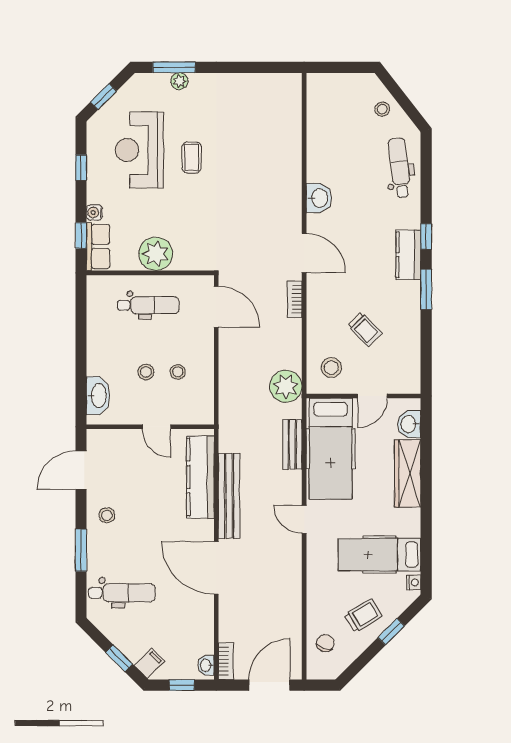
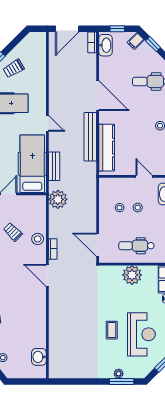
washbasin: (319, 198) -> (39, 357), moved
stool: (331, 368) -> (38, 239), moved
door: (156, 427) -> (144, 176), moved
chair: (325, 643) -> (35, 53), removed
washbasin: (206, 665) -> (105, 45), width x1.91, depth x1.45

